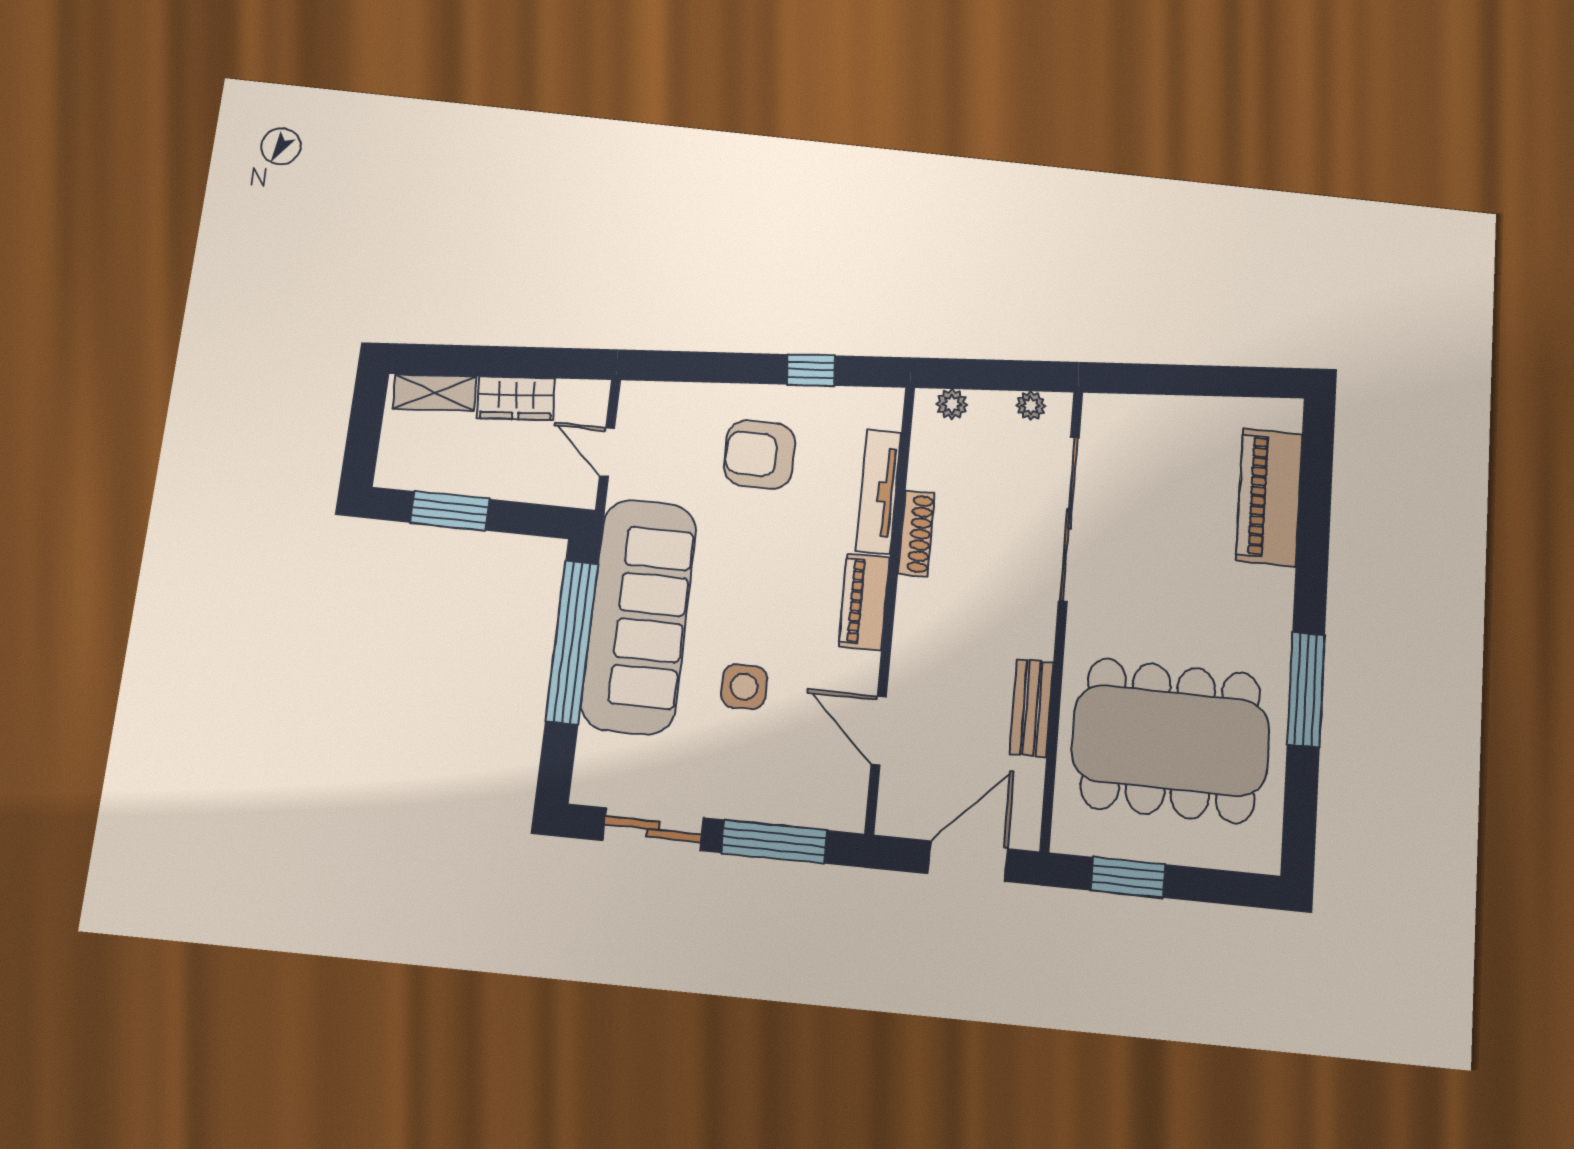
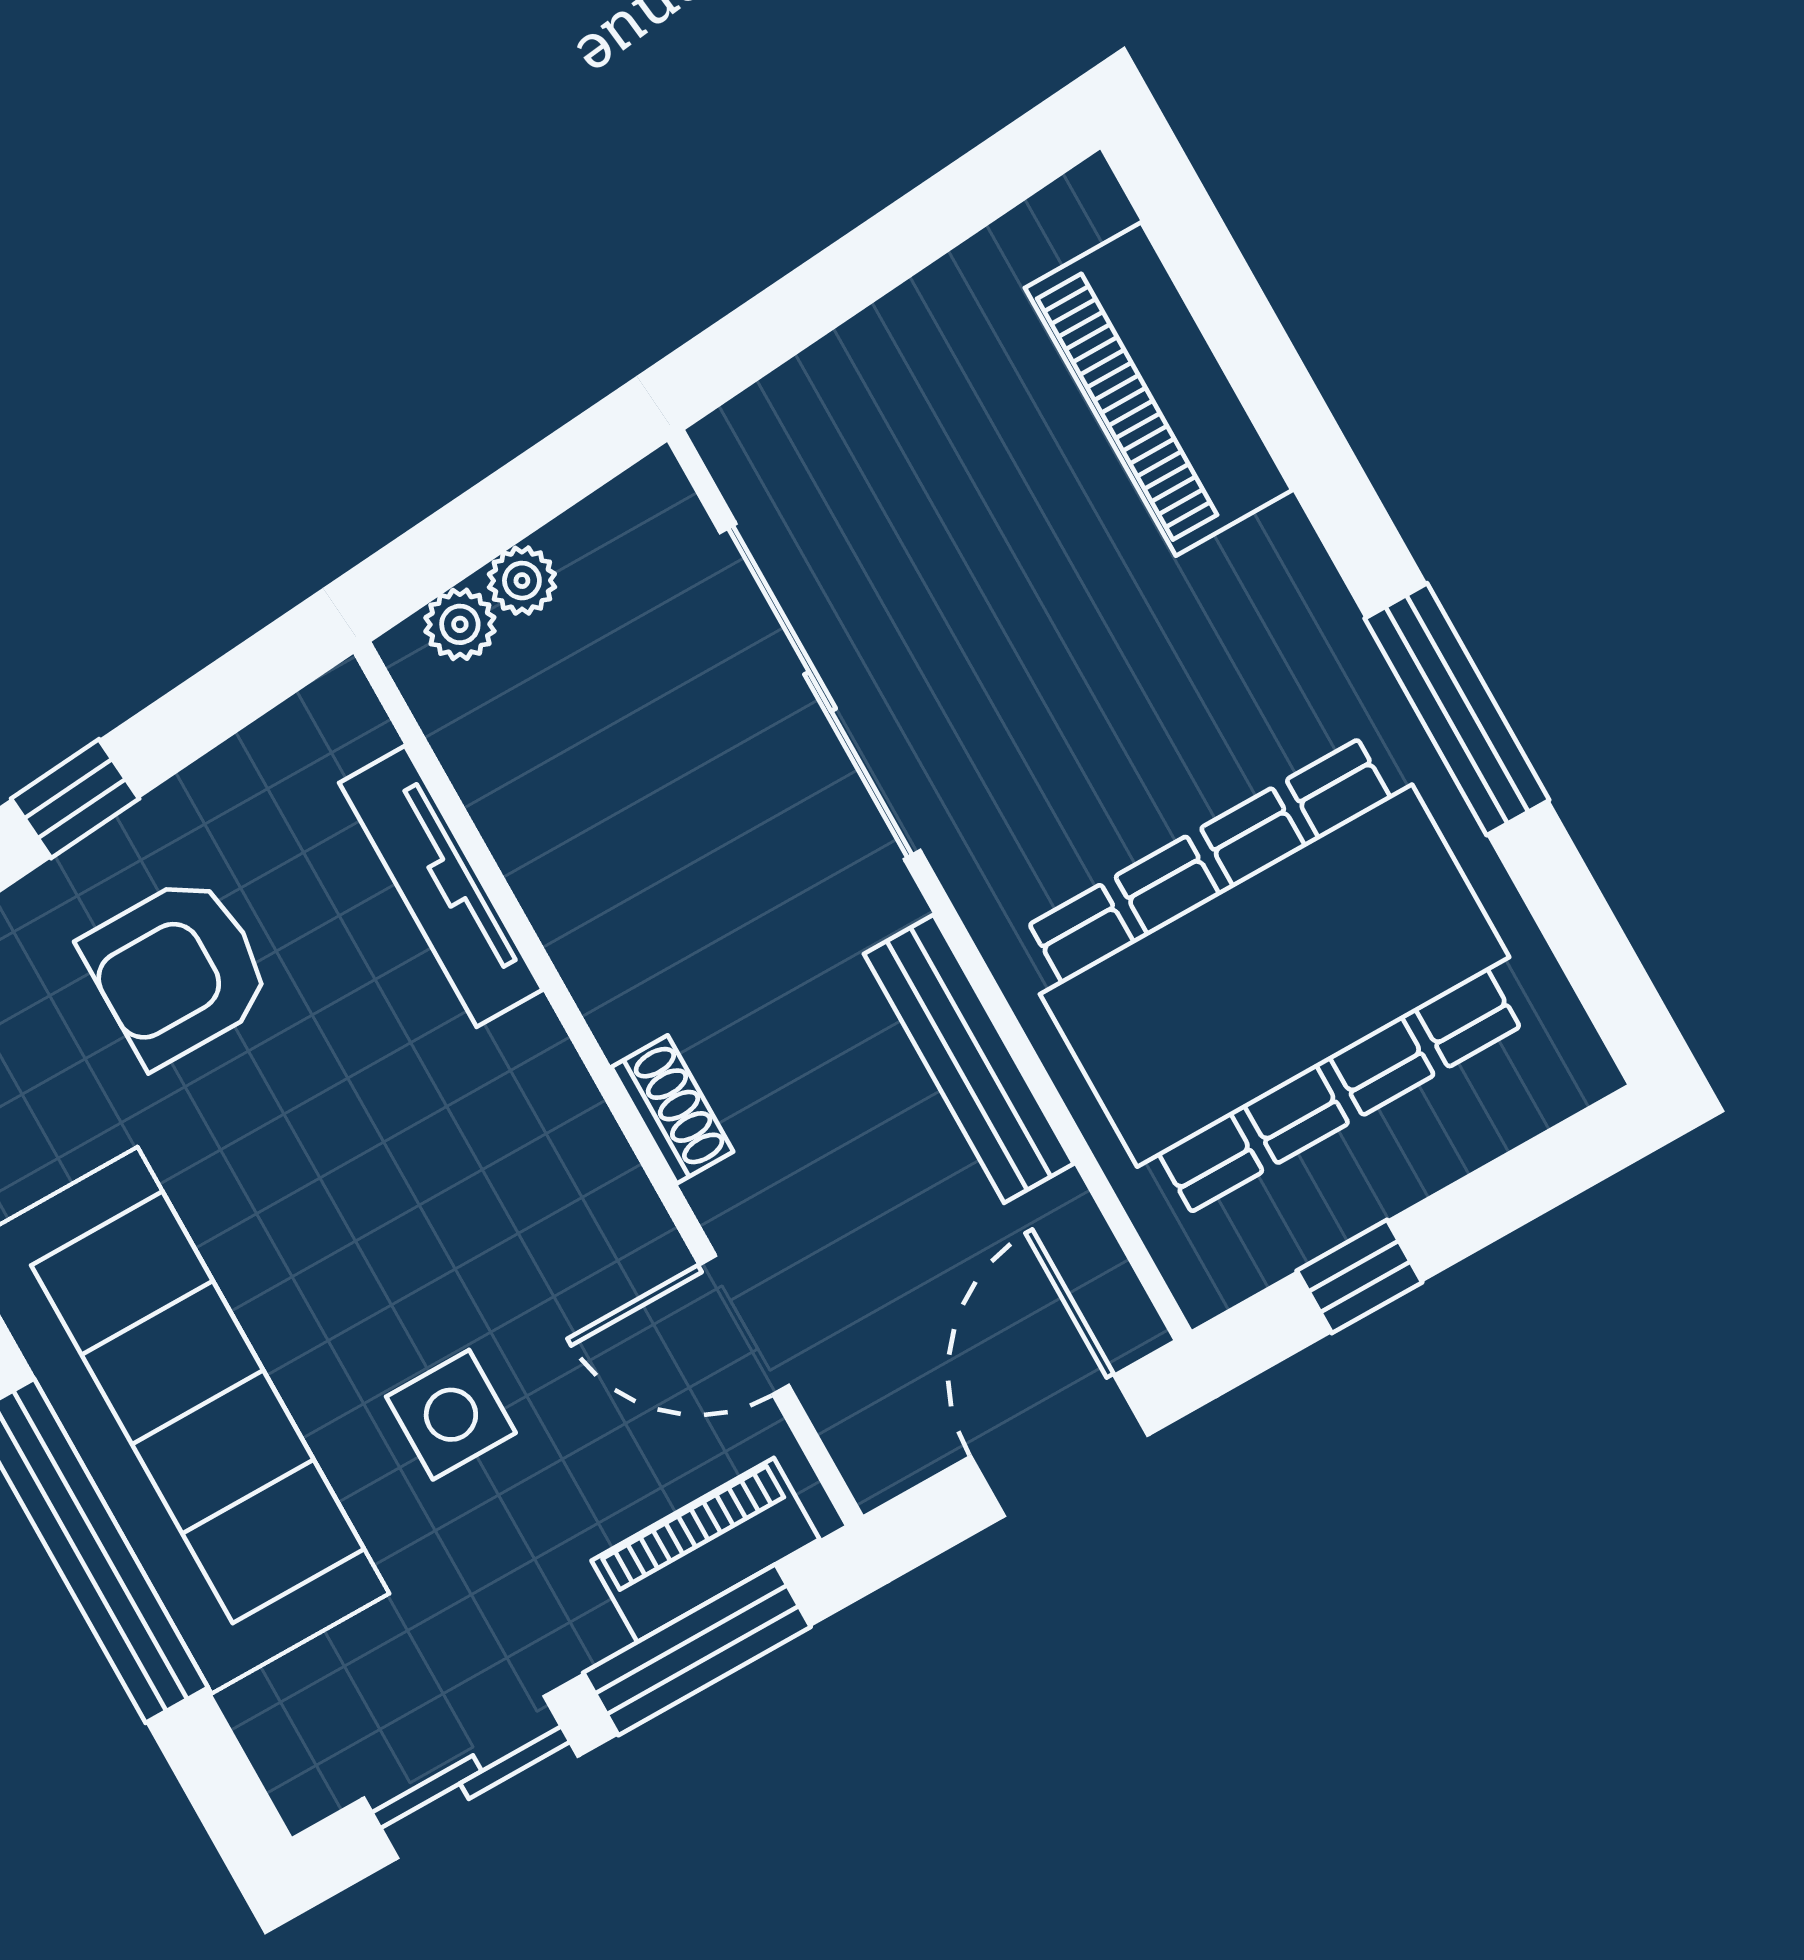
window: (811, 370) -> (75, 799), moved
plant: (1031, 406) -> (522, 581), moved
shoe rack: (916, 534) -> (672, 1109), moved, width x0.70
piano: (864, 602) -> (706, 1550), moved, turned 90
bench: (1032, 708) -> (969, 1059), width x1.36
window: (1128, 877) -> (1359, 1276), width x0.67

